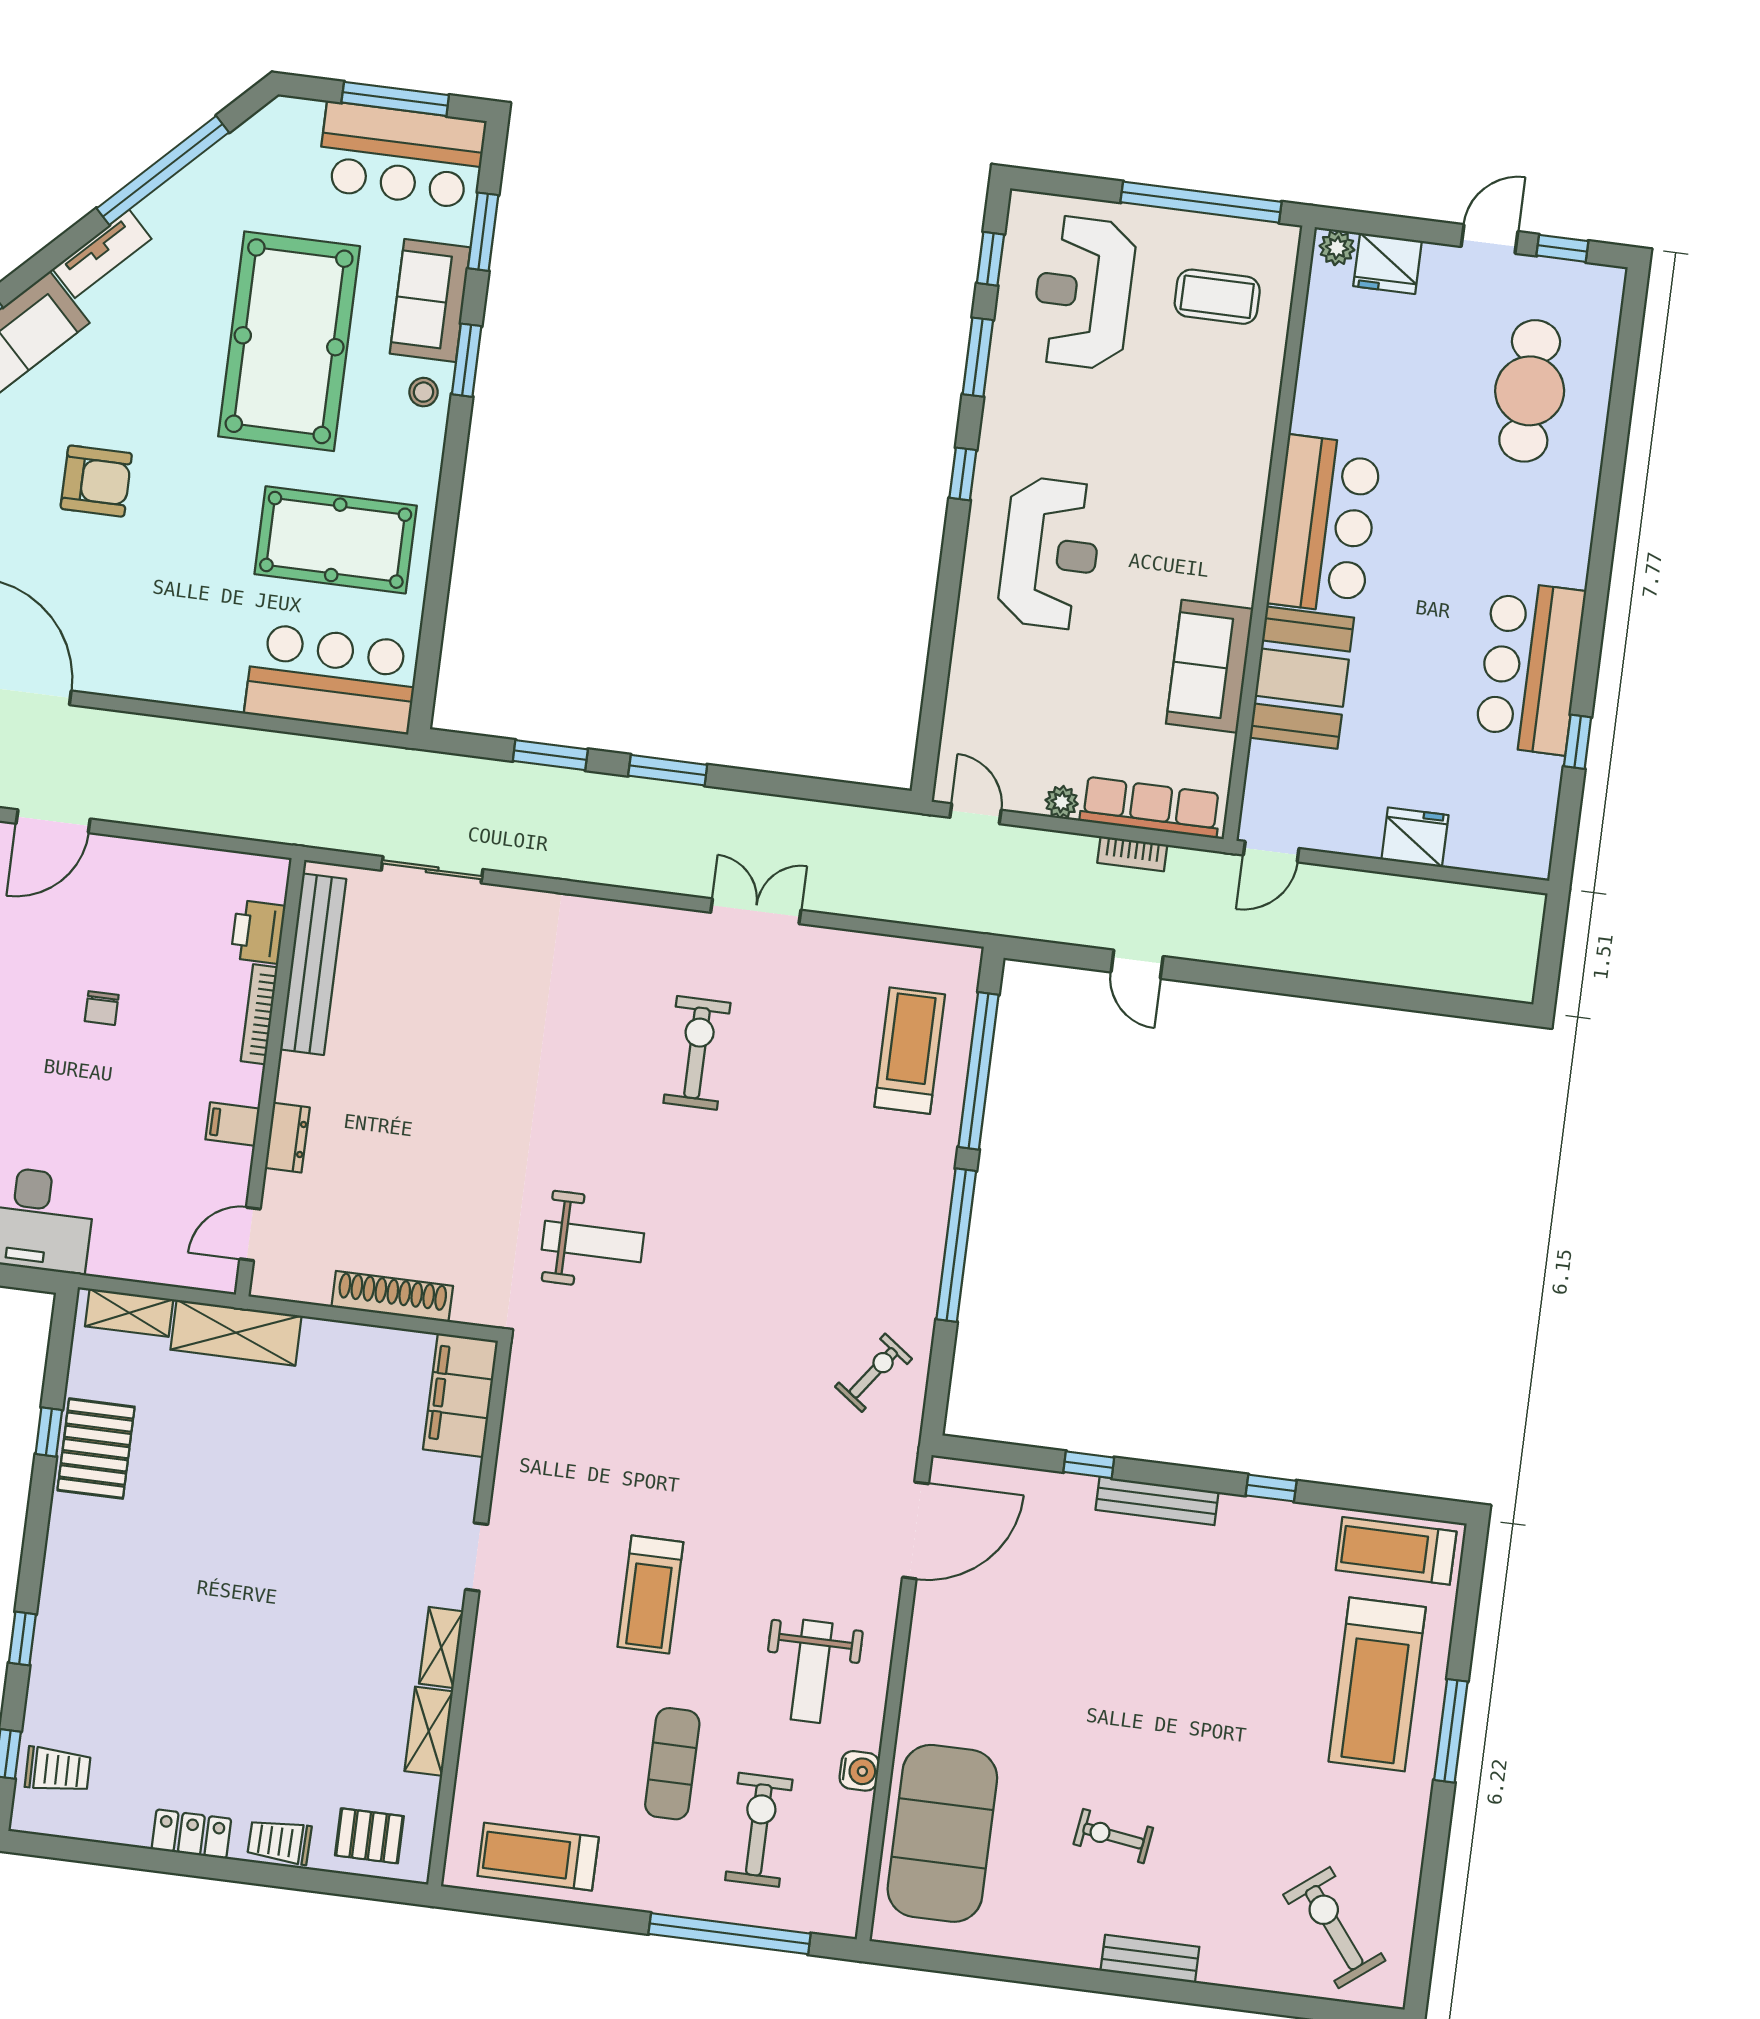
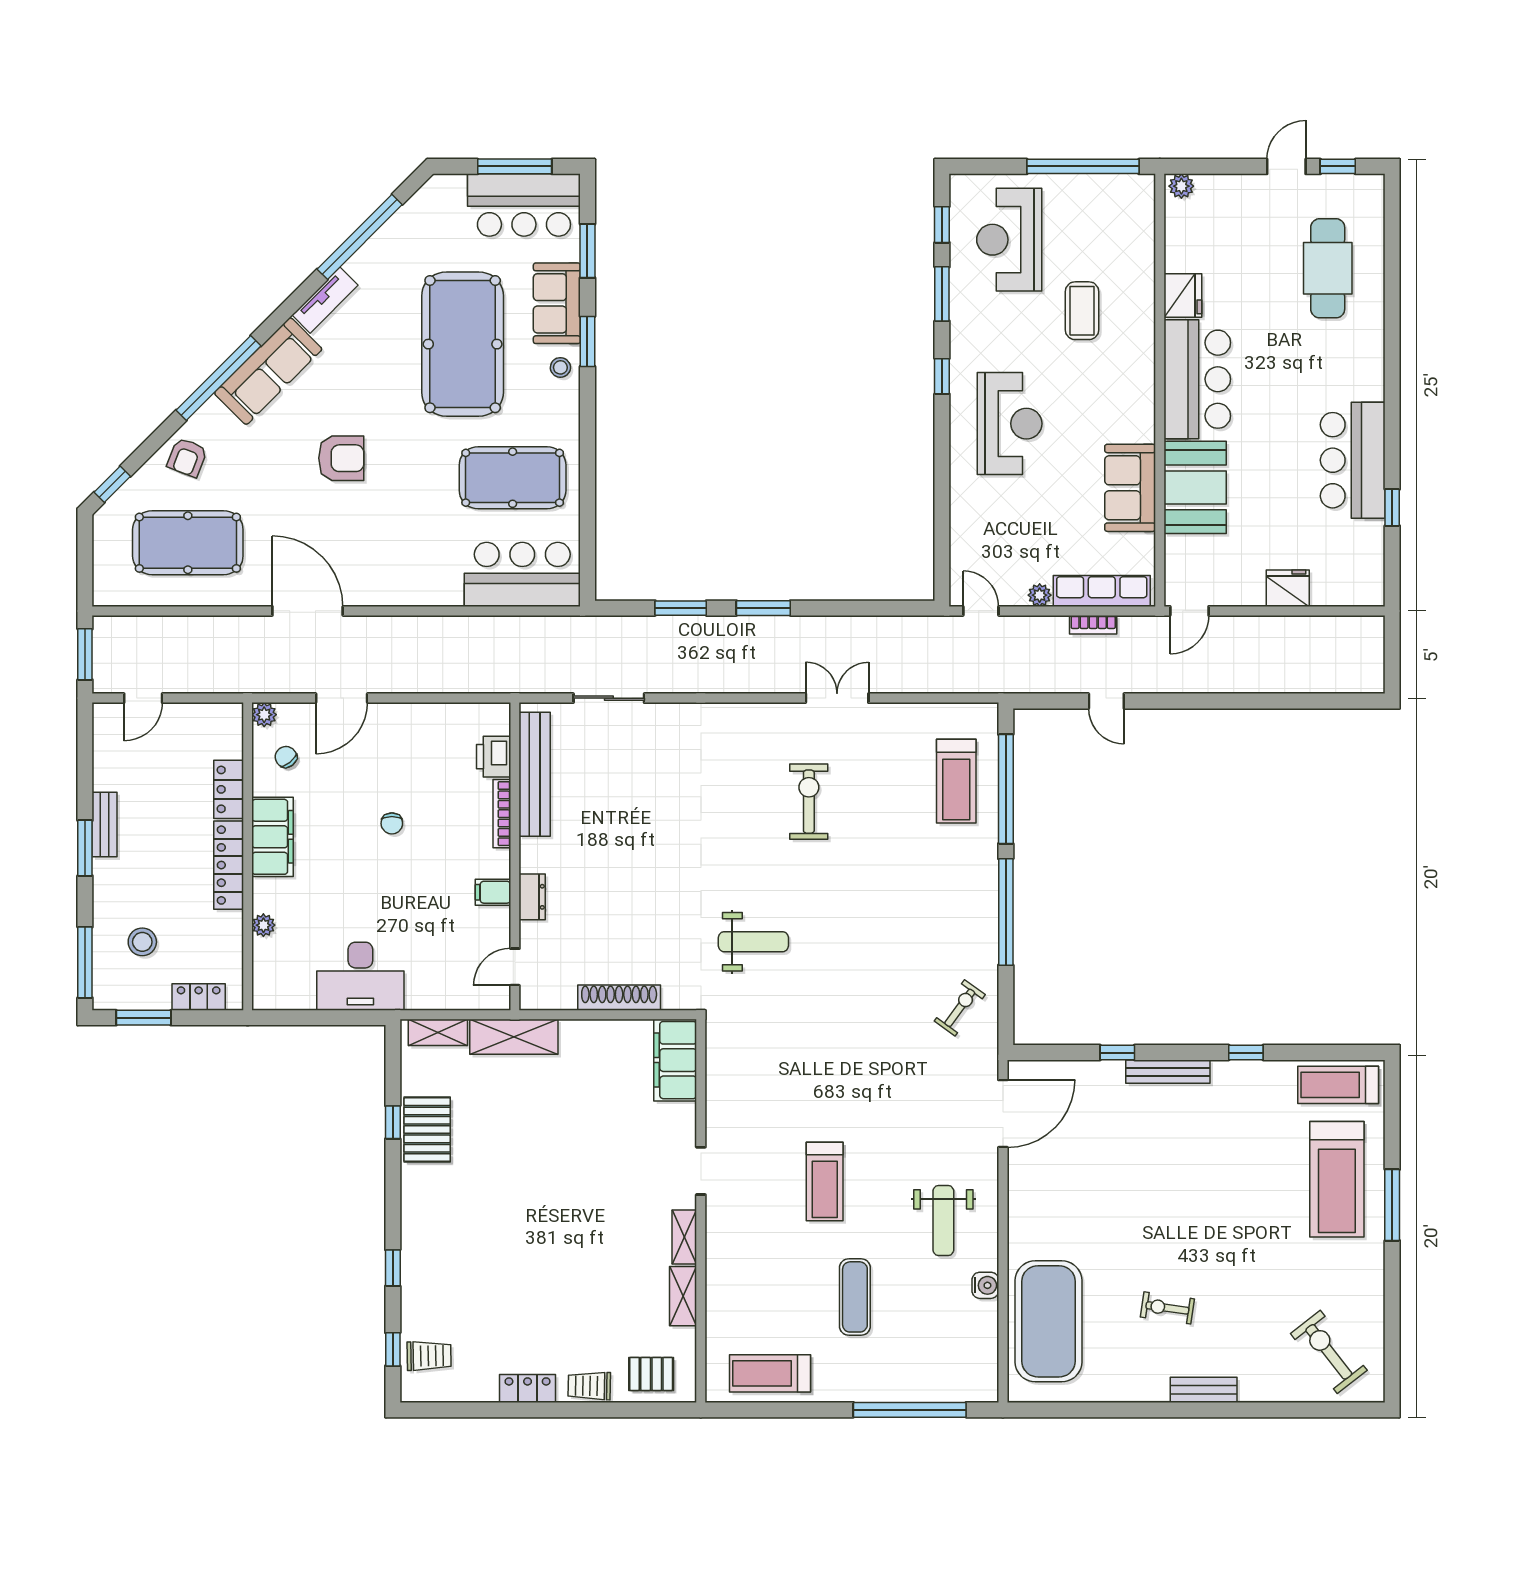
fridge: (1388, 263) -> (1183, 295), moved, turned -90
coffee table: (1217, 297) -> (1082, 311), moved, turned 90
treadmill: (910, 1051) -> (956, 781), turned 180
exercise bike: (759, 1830) -> (921, 1335), removed

